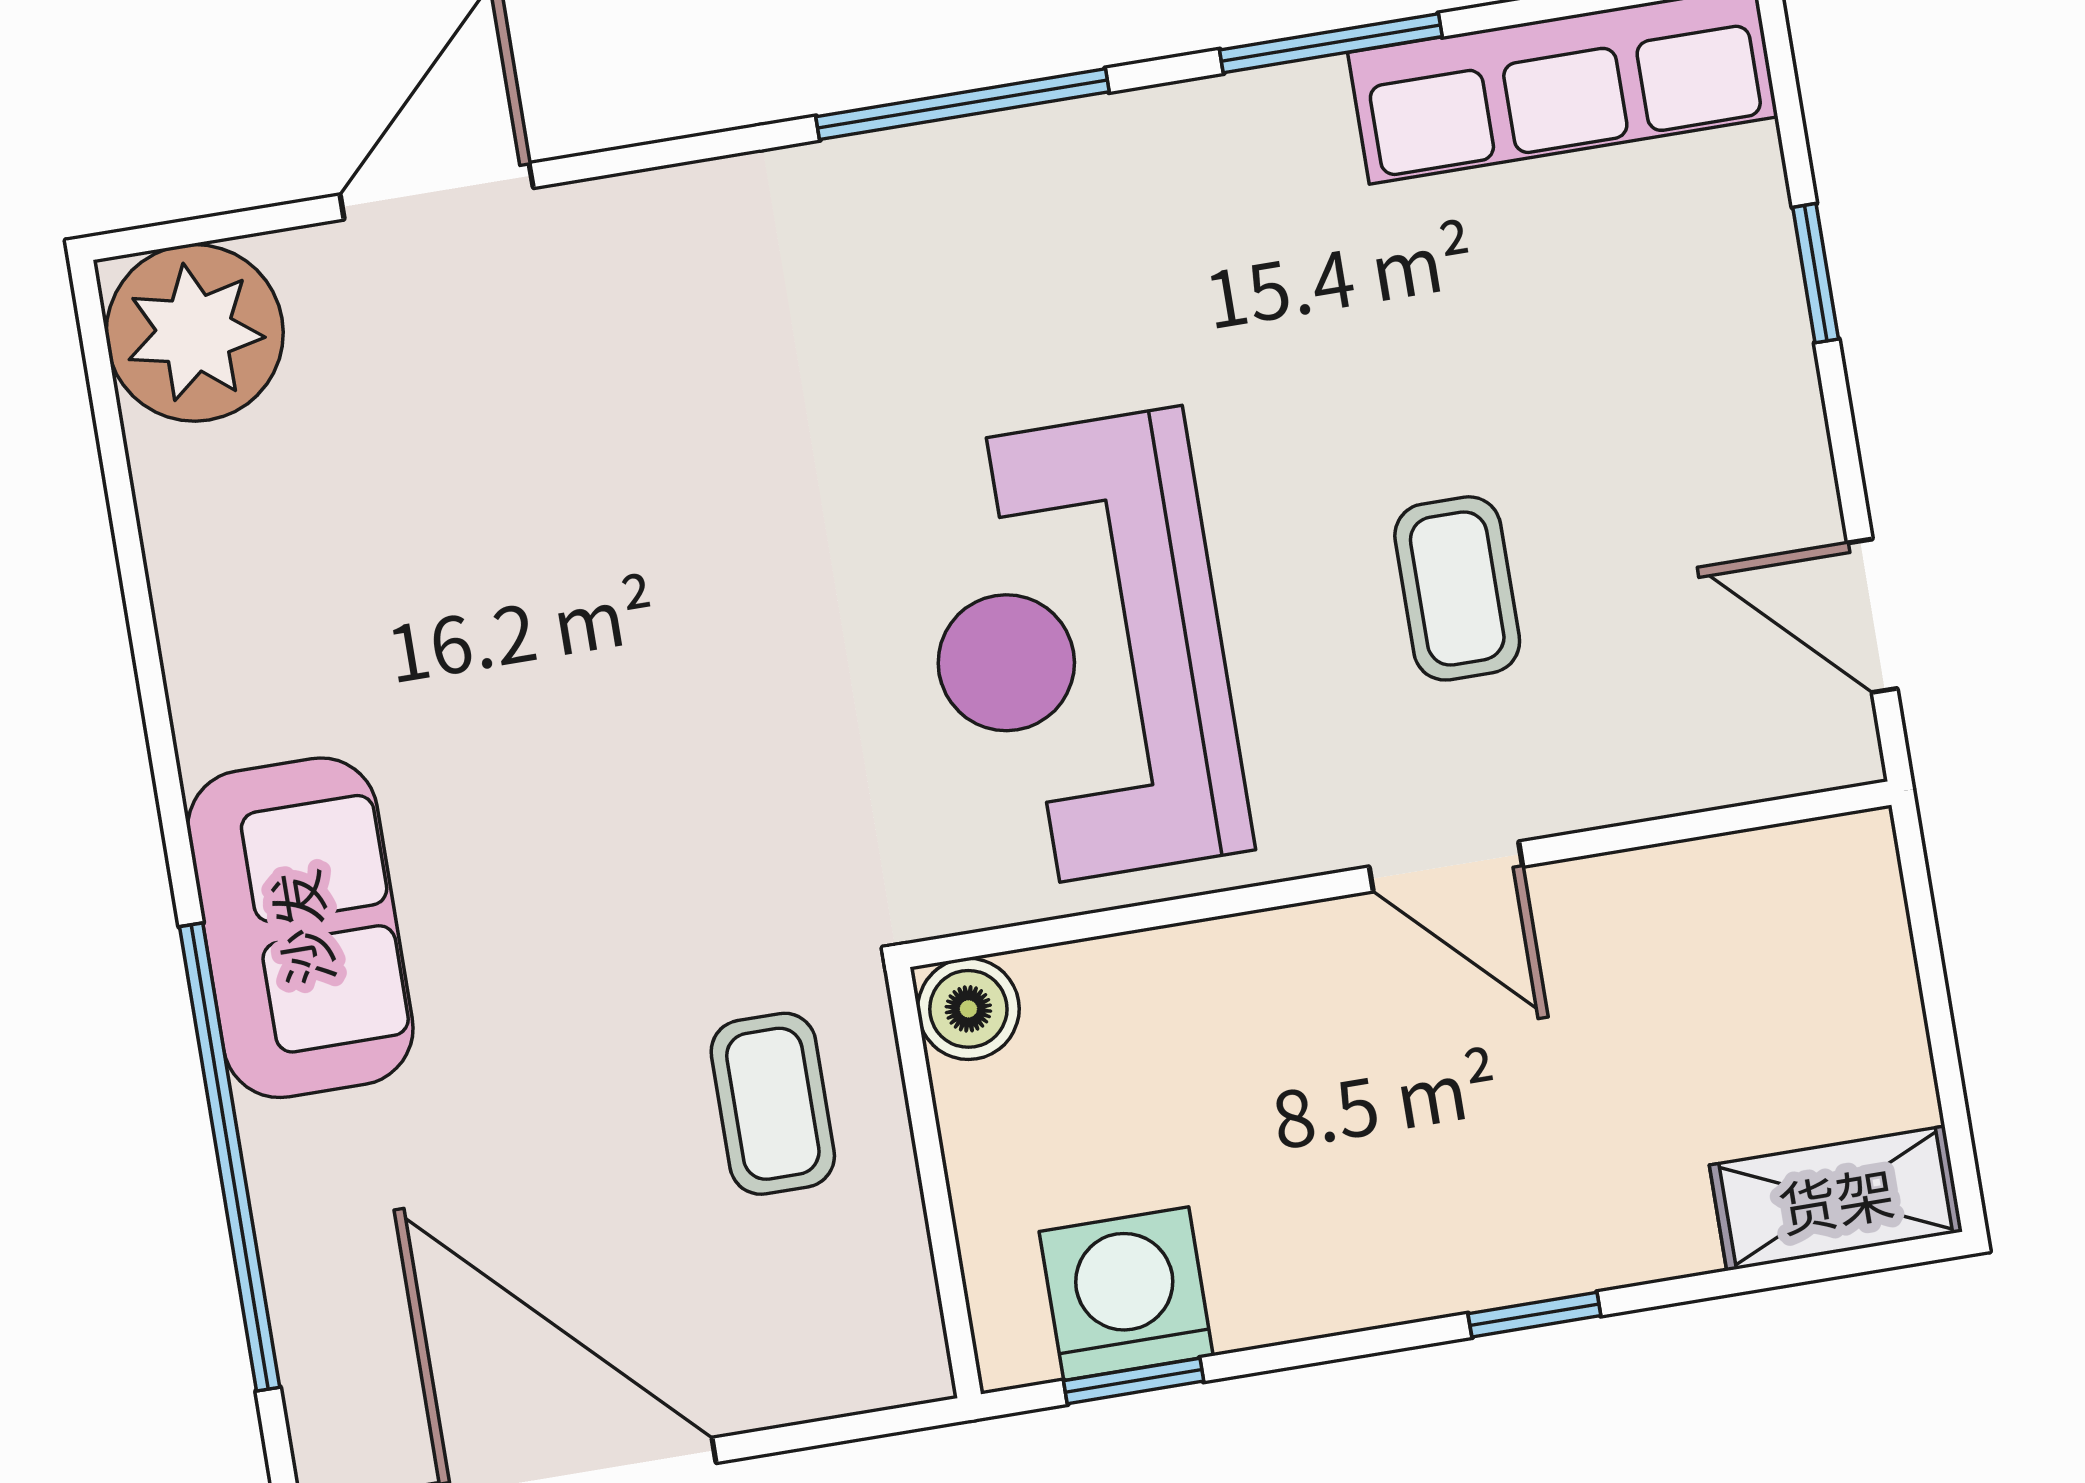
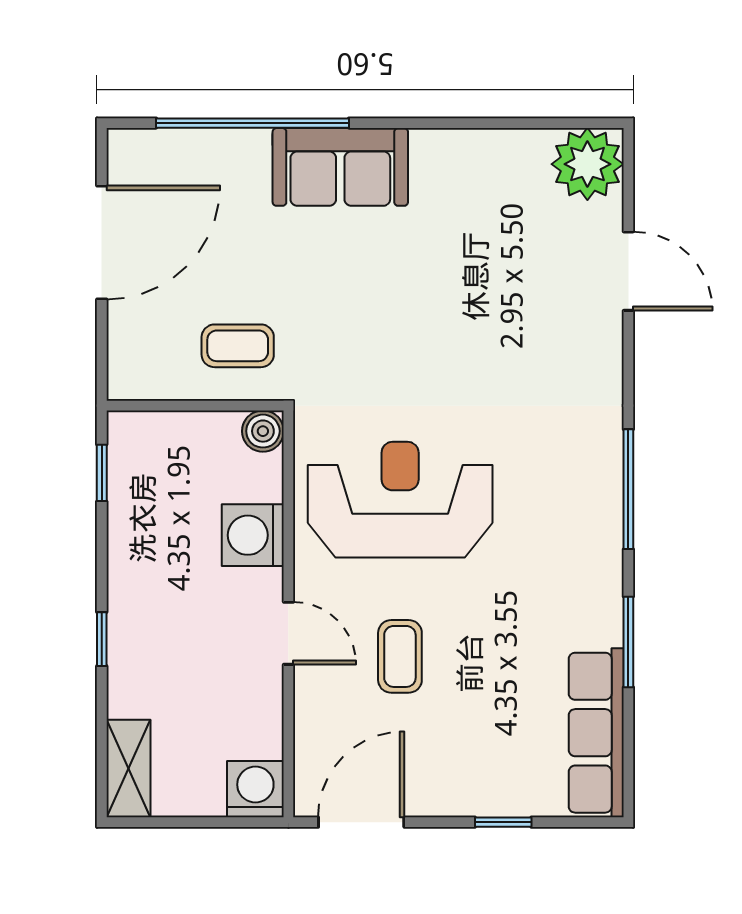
coffee table: (1457, 588) -> (400, 656), turned 90
door: (1872, 616) -> (361, 822), width x1.38
door: (1446, 867) -> (288, 633), swing flipped
washing machine: (1835, 884) -> (255, 789), added
washing machine: (1126, 1294) -> (253, 535), moved, turned 180

